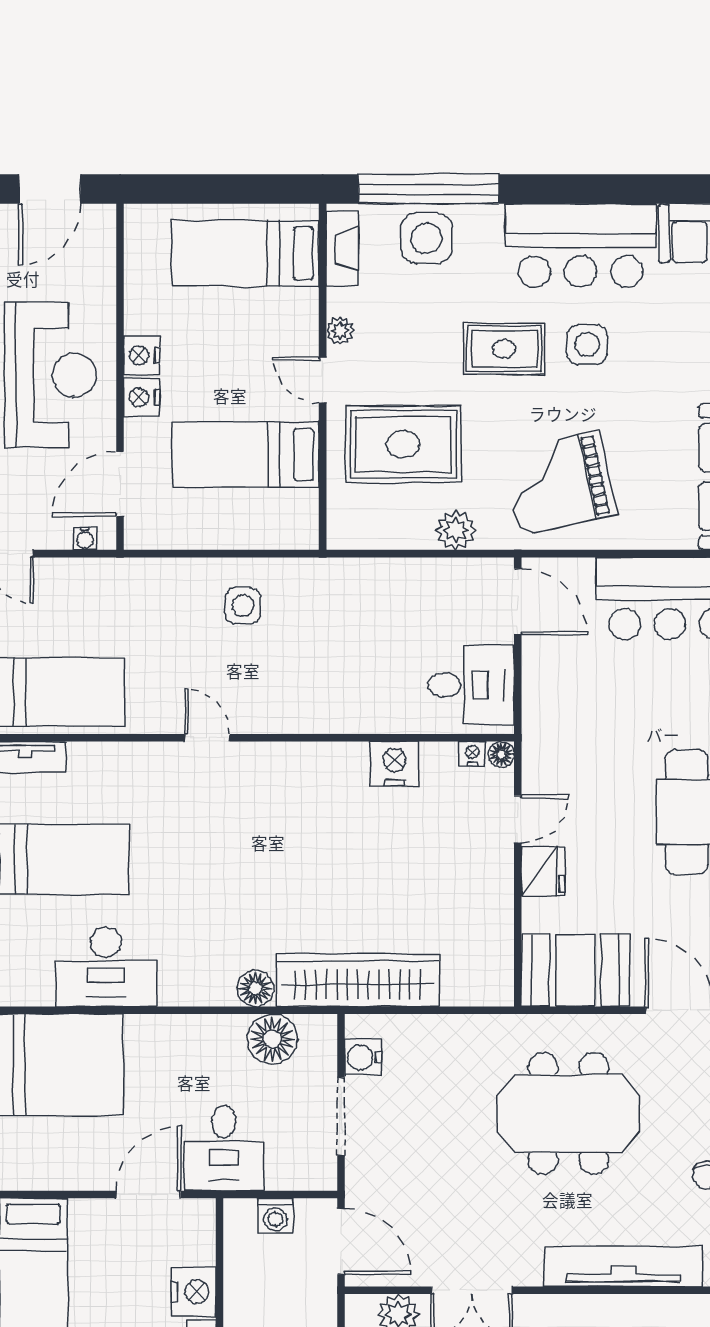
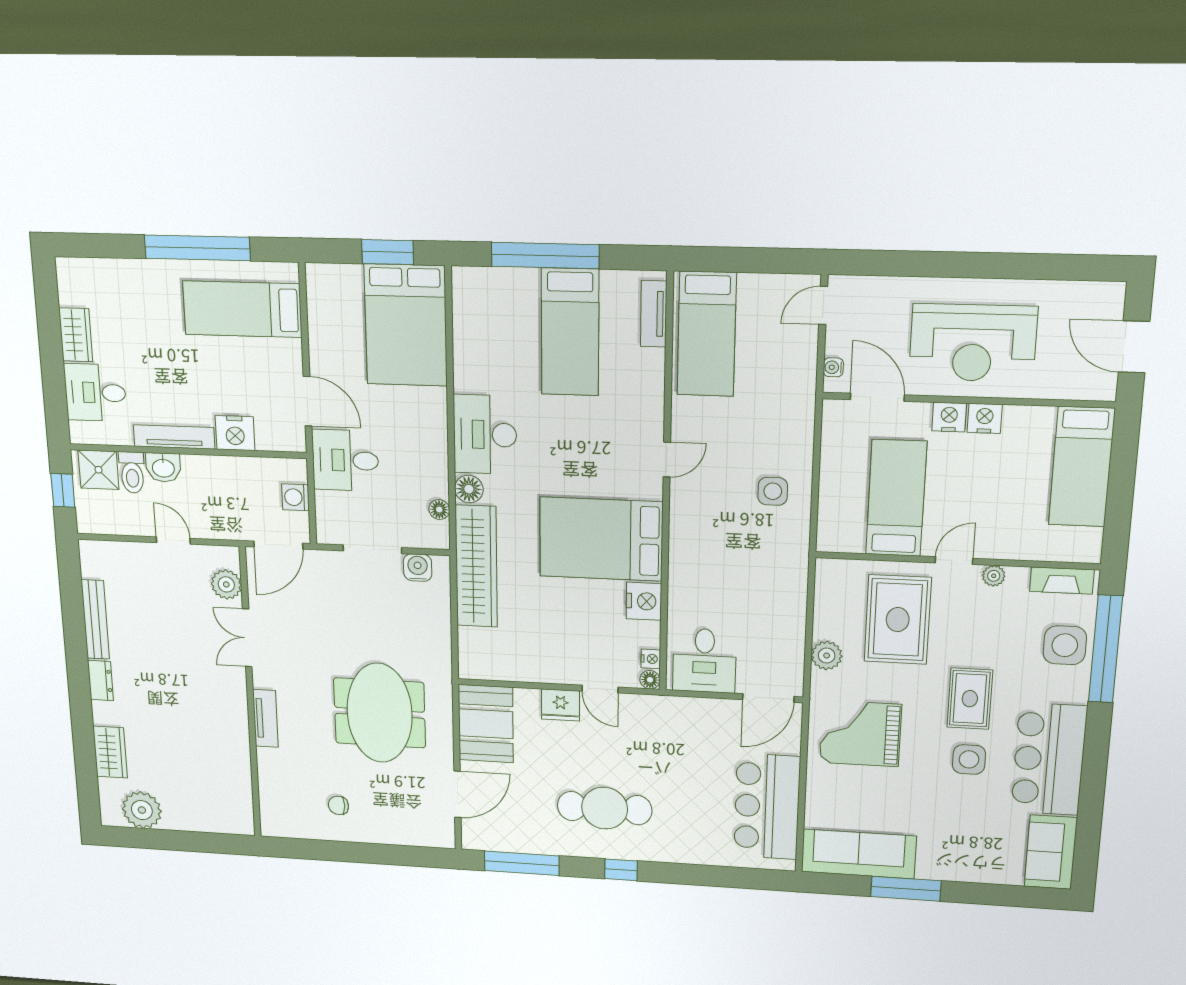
bed: (245, 253) -> (1082, 467), moved, turned 180
grand piano: (560, 483) -> (860, 733), turned -78
bed: (314, 819) -> (601, 539), added
desk: (106, 967) -> (485, 435), moved
floor lamp: (272, 1039) -> (439, 510), width x0.53, depth x0.53
tv unit: (623, 1266) -> (265, 718), width x0.52, depth x0.78

